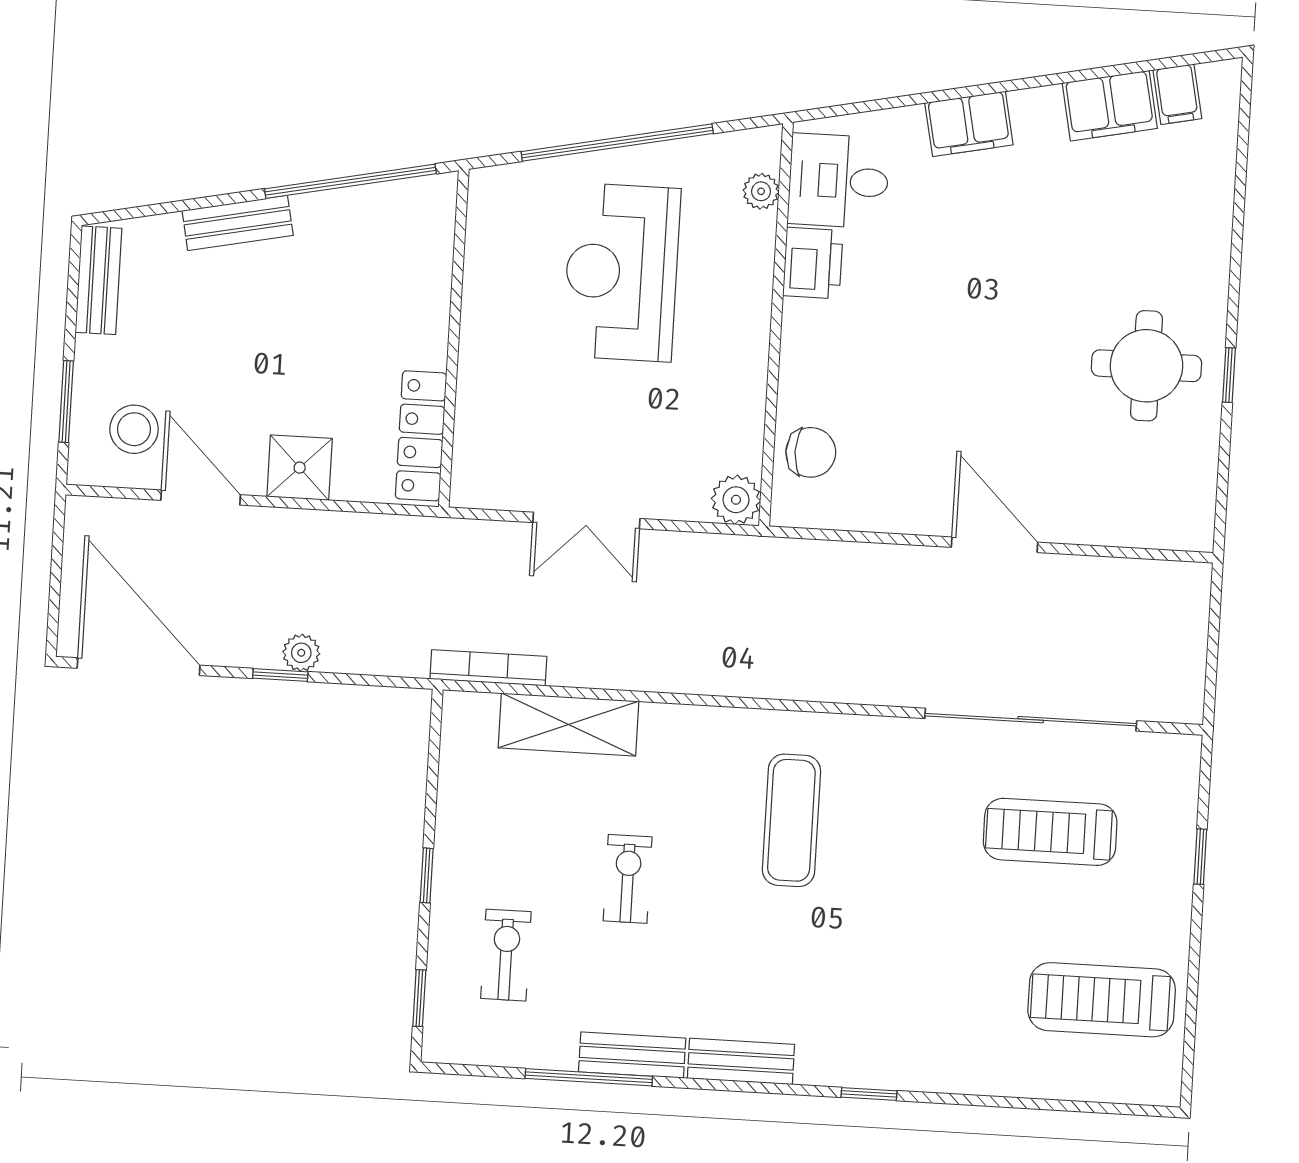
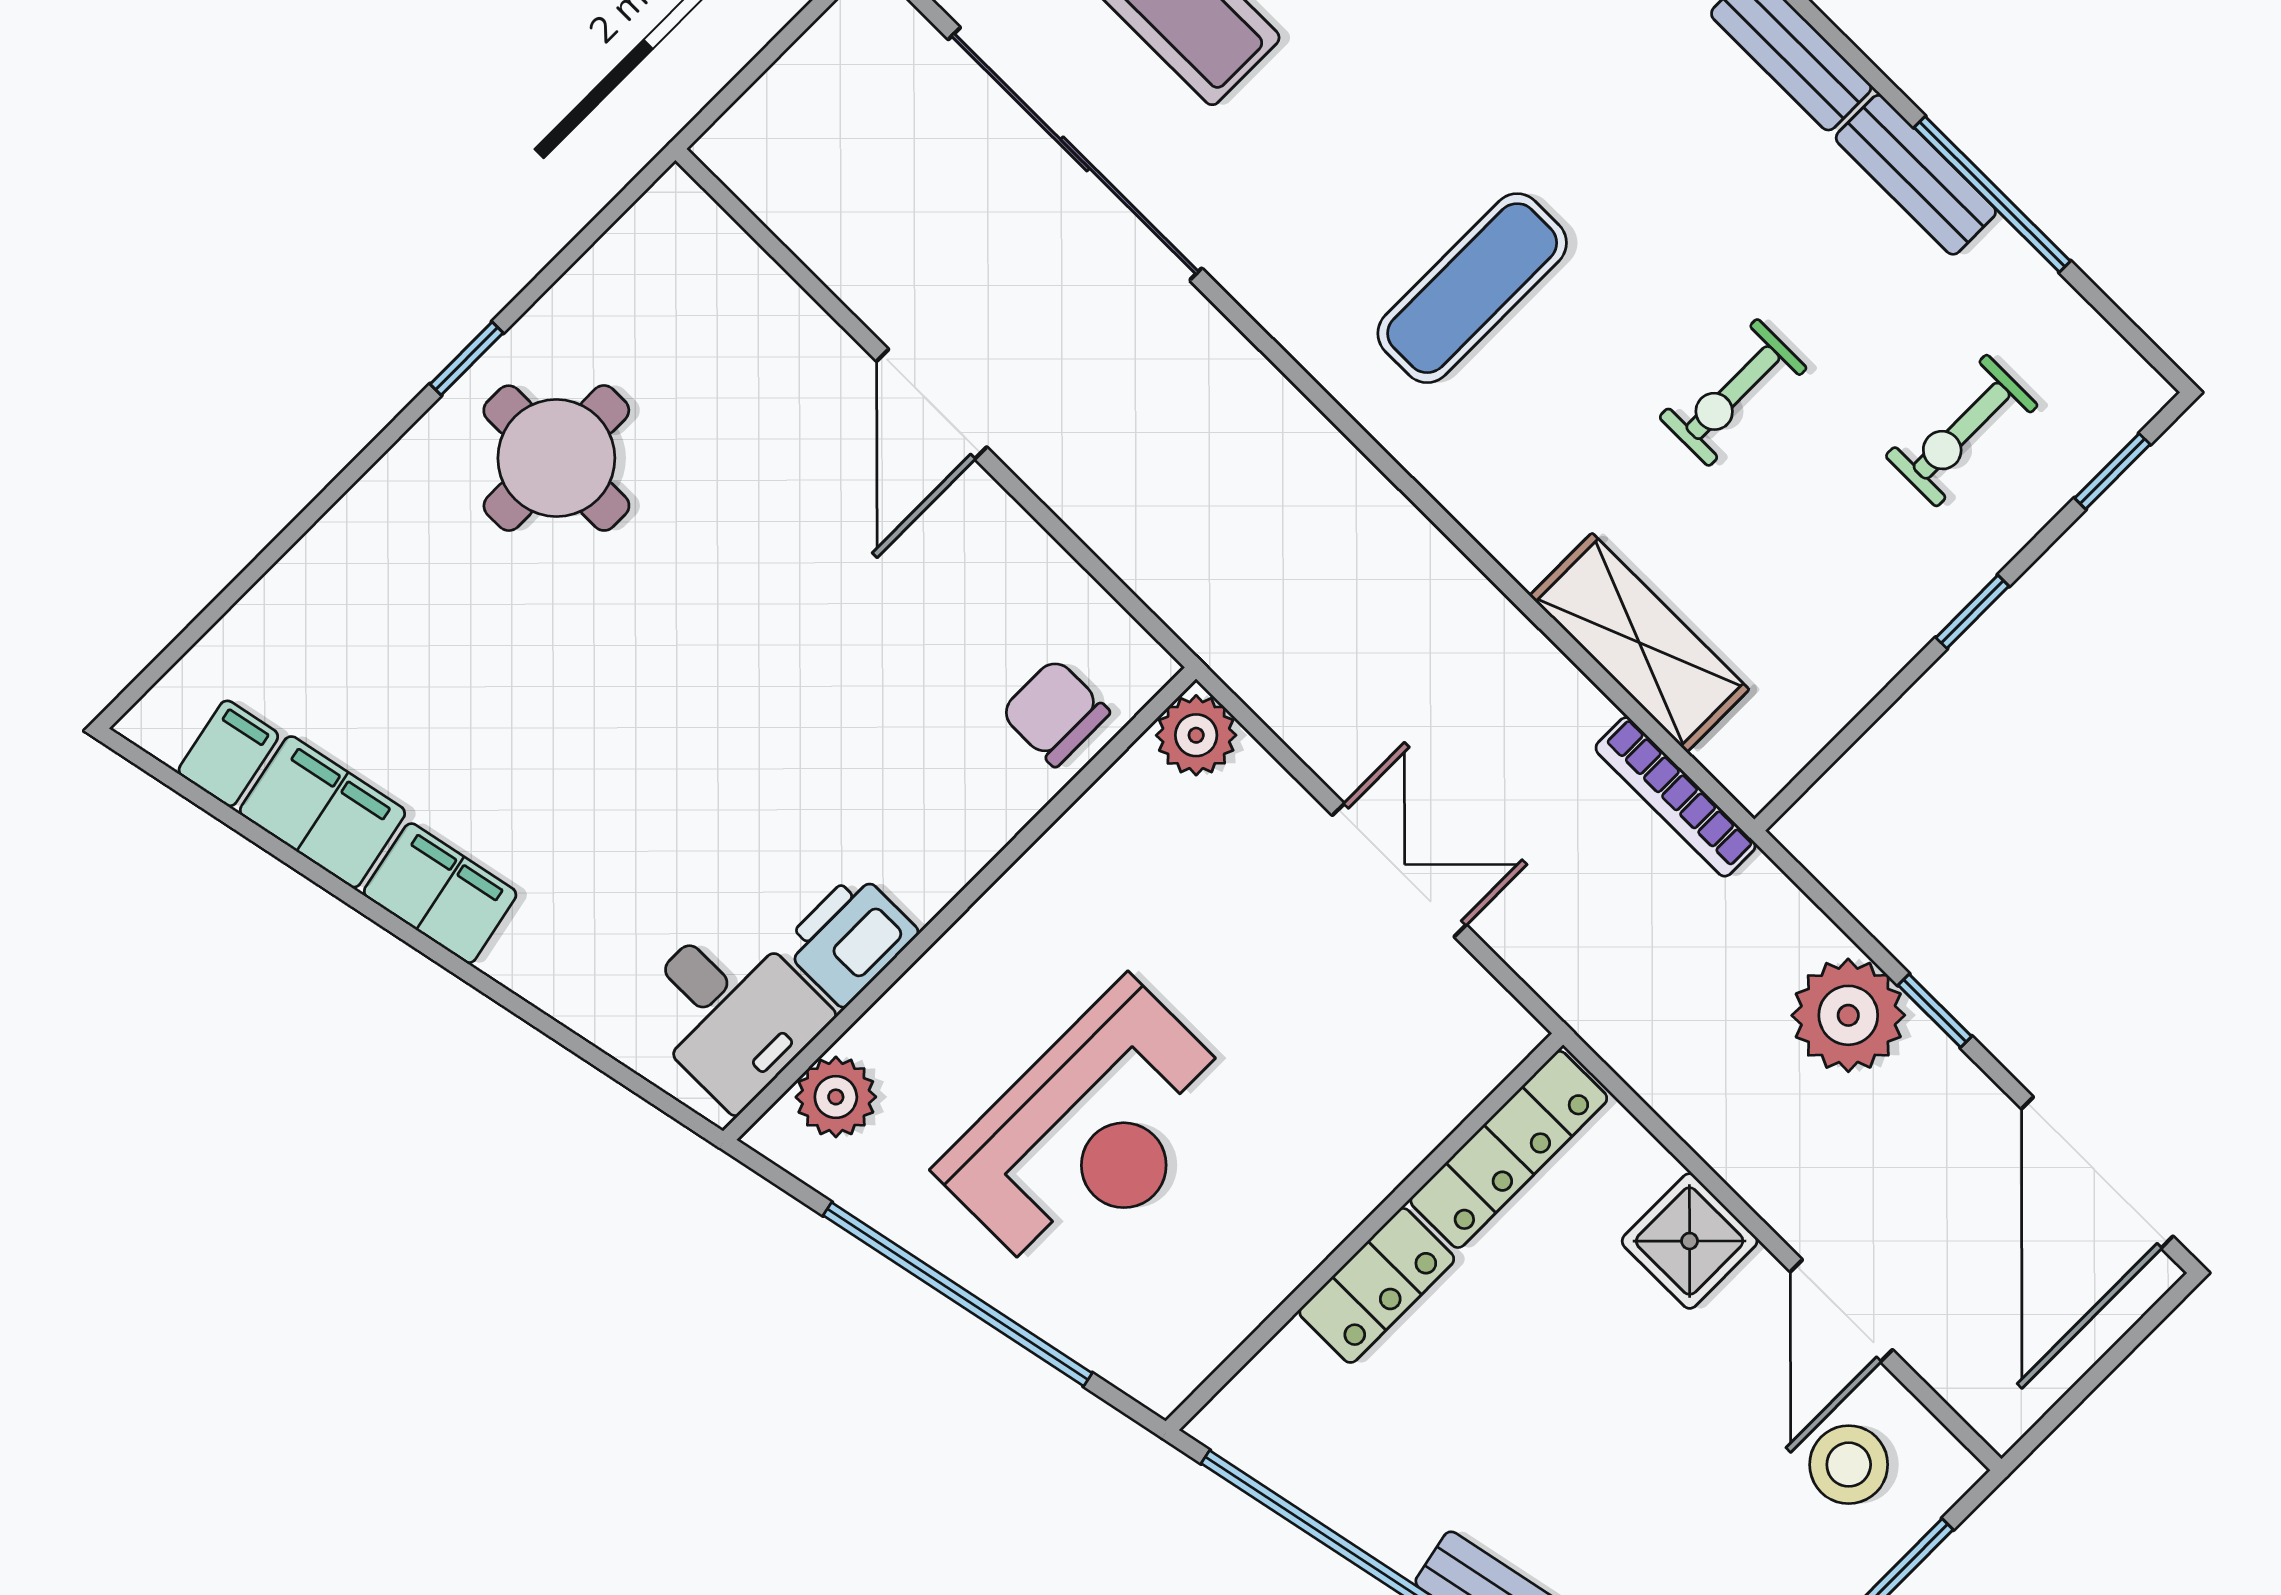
filing cabinet: (969, 124) -> (440, 893), moved
plant: (761, 191) -> (836, 1097), width x1.38, depth x1.38
locker: (426, 319) -> (1377, 1285), added
plant: (301, 653) -> (1848, 1015), width x1.87, depth x1.87

